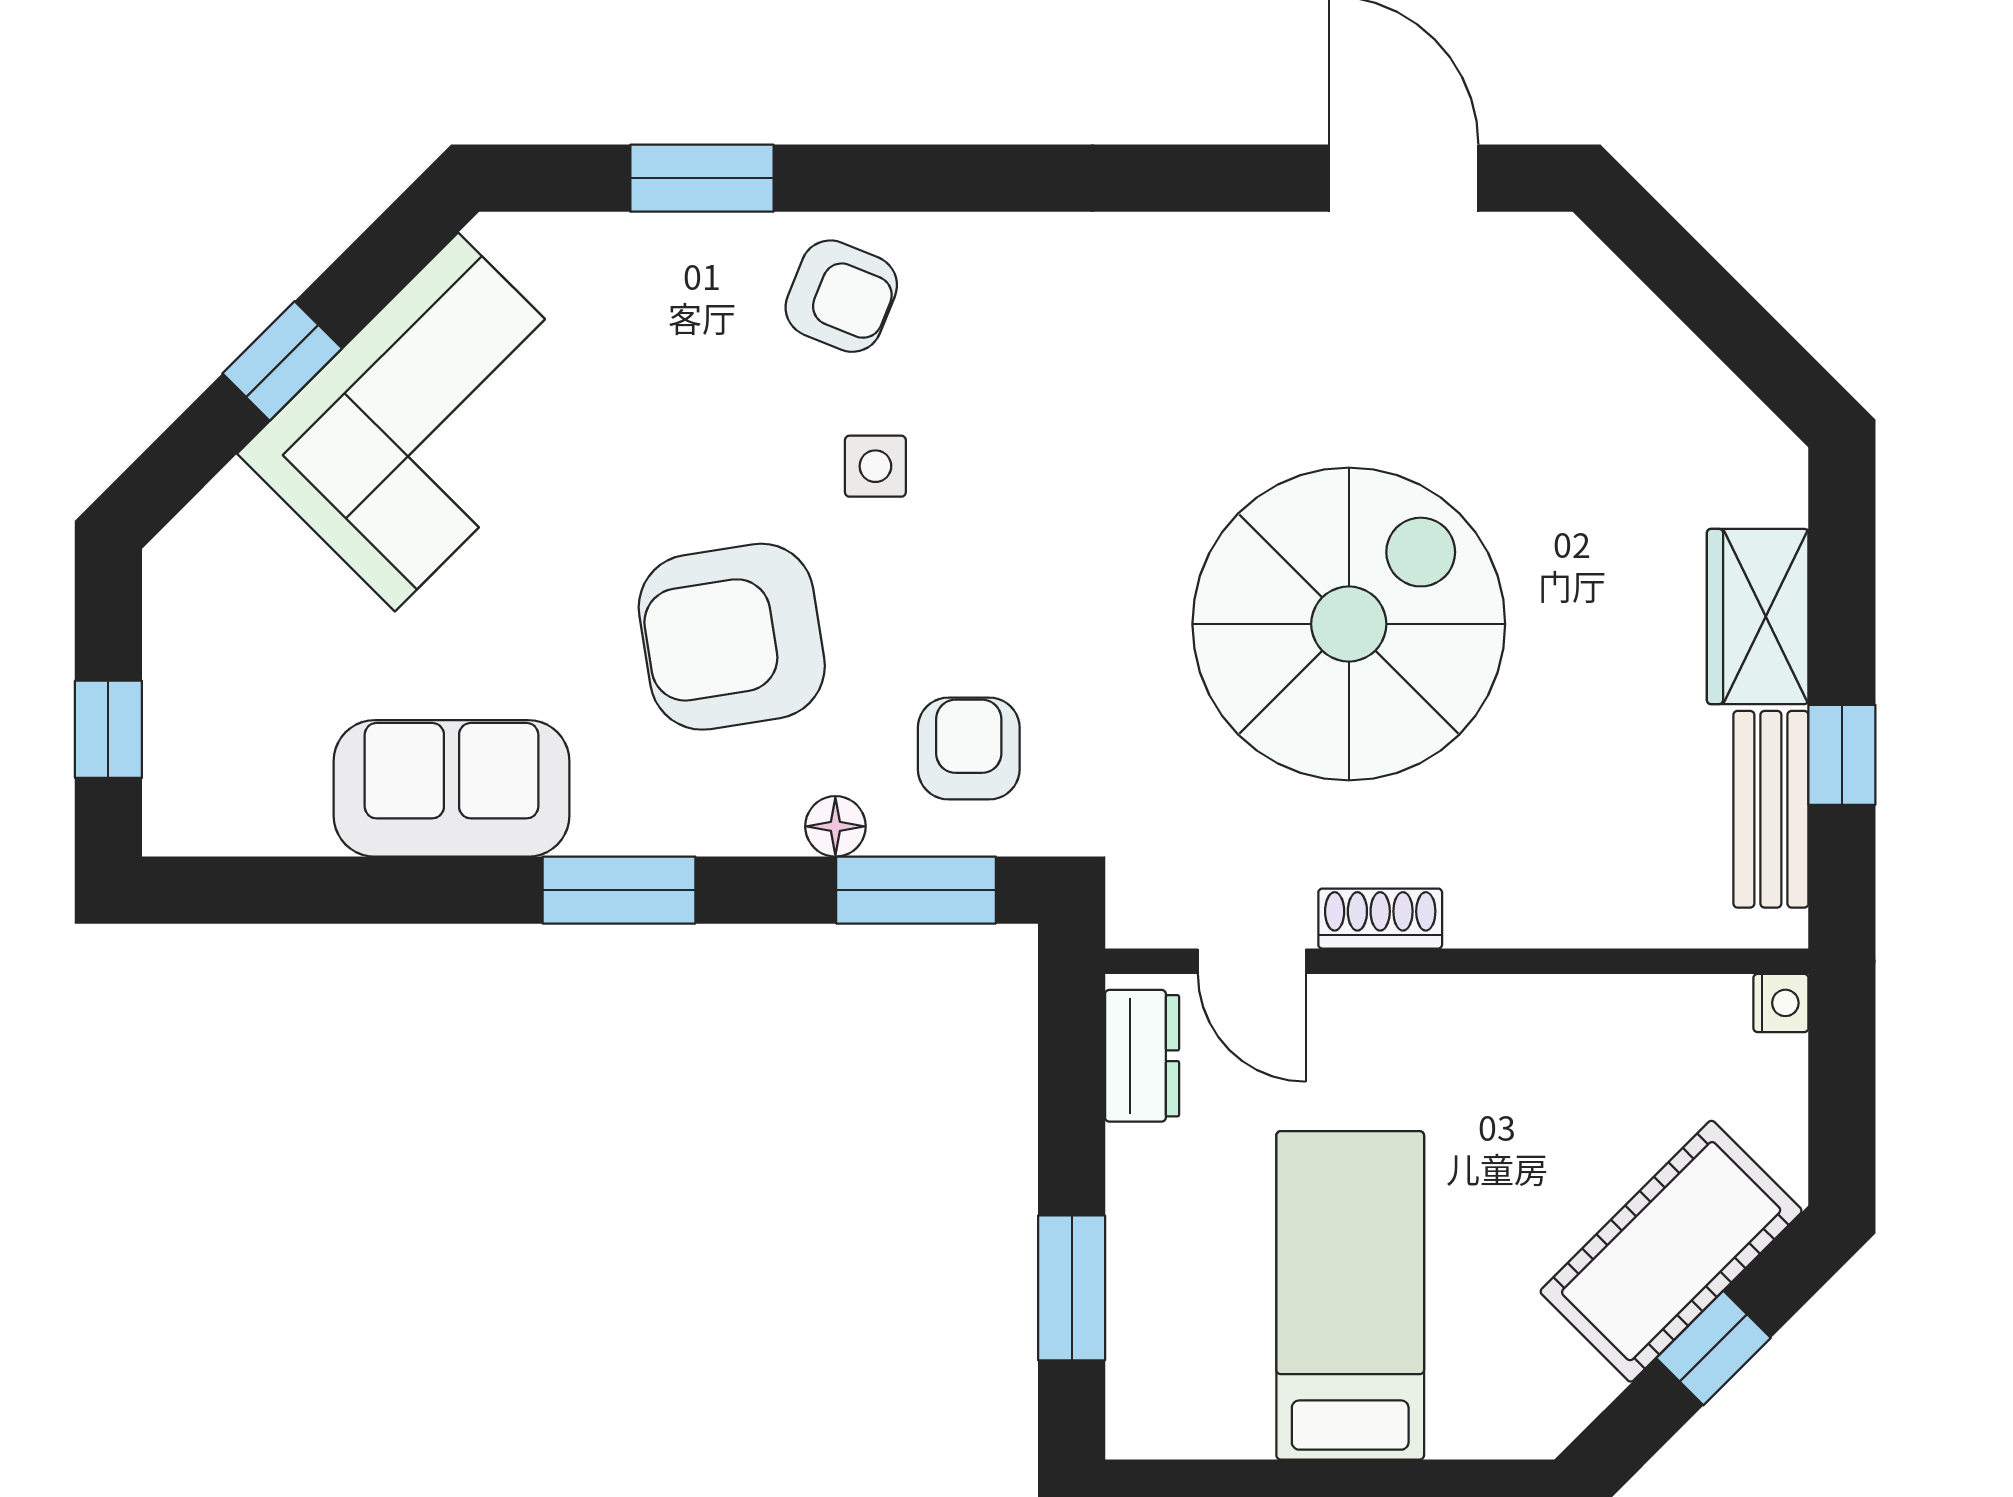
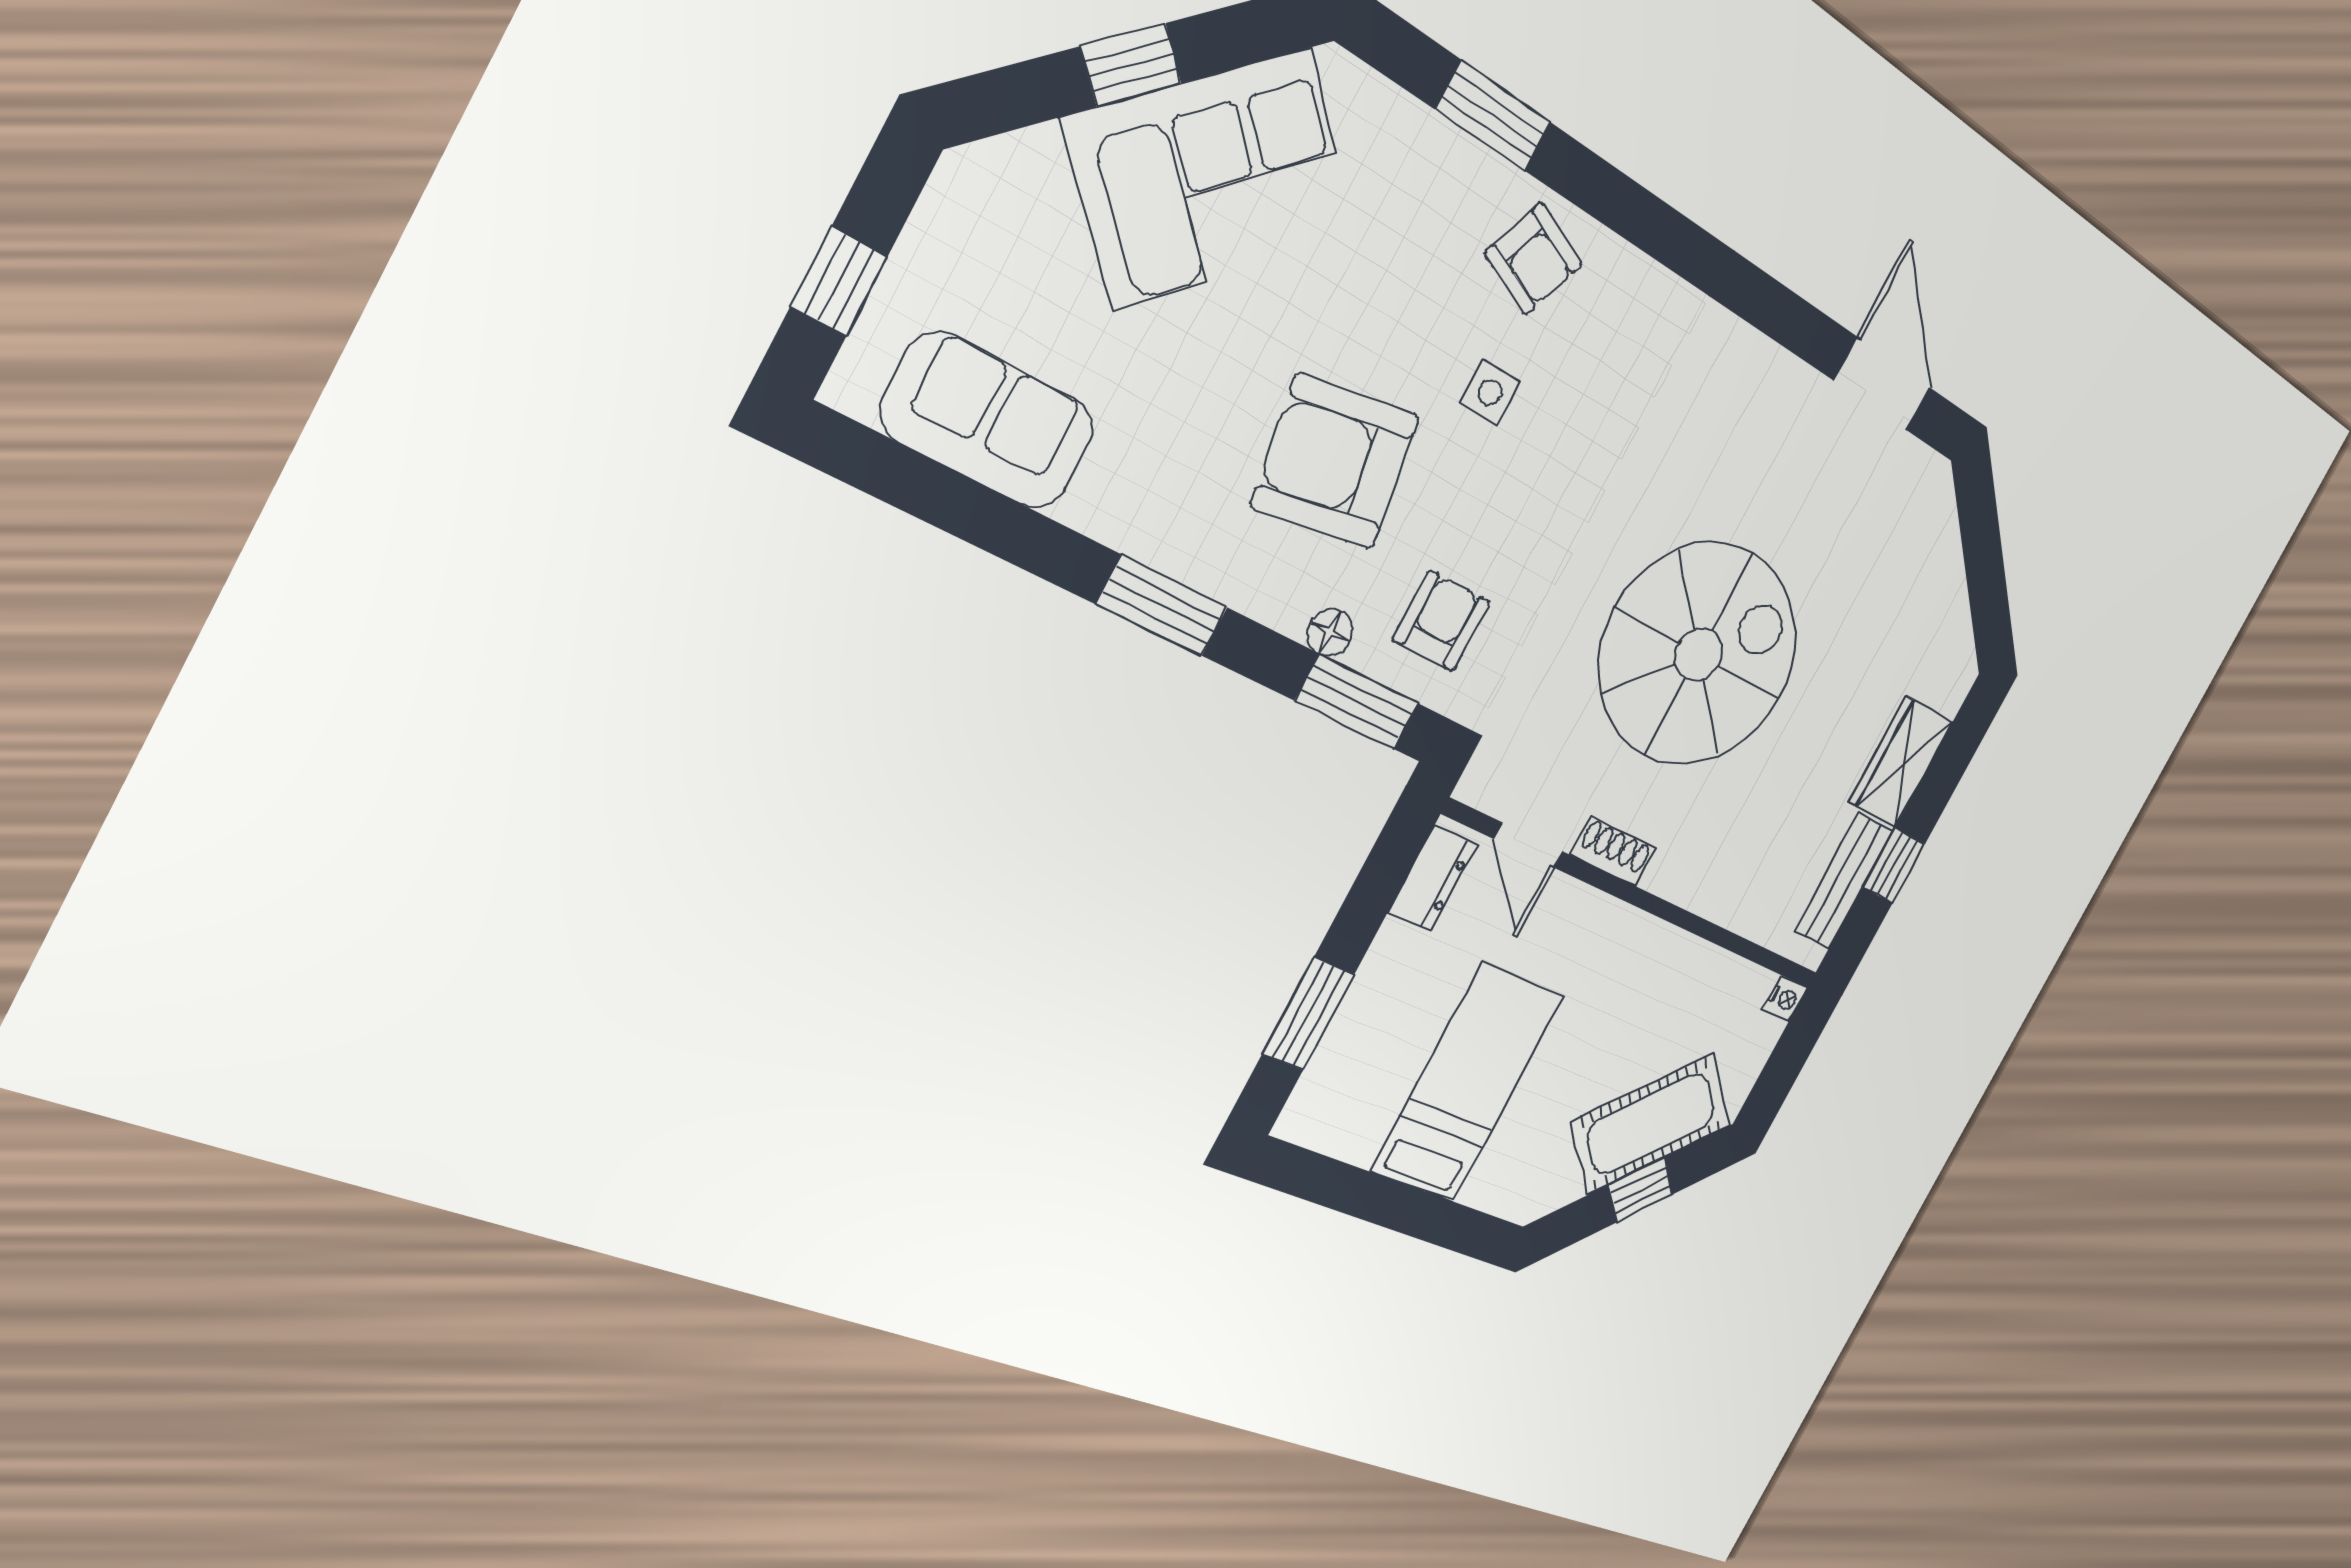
sofa: (452, 788) -> (988, 421), moved

